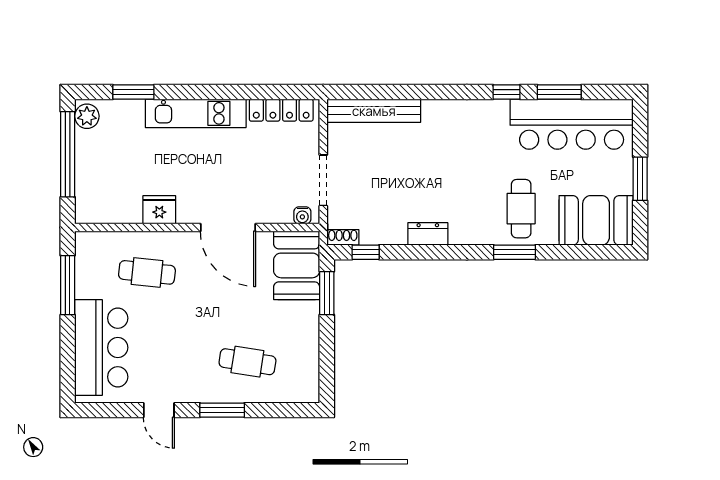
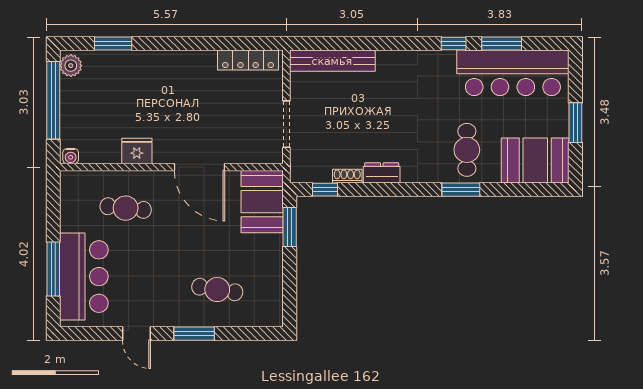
kitchen unit: (196, 113) -> (170, 63), removed
water cooler: (302, 215) -> (71, 156), moved
shoe rack: (343, 237) -> (347, 176), moved
window: (68, 285) -> (53, 269), moved

